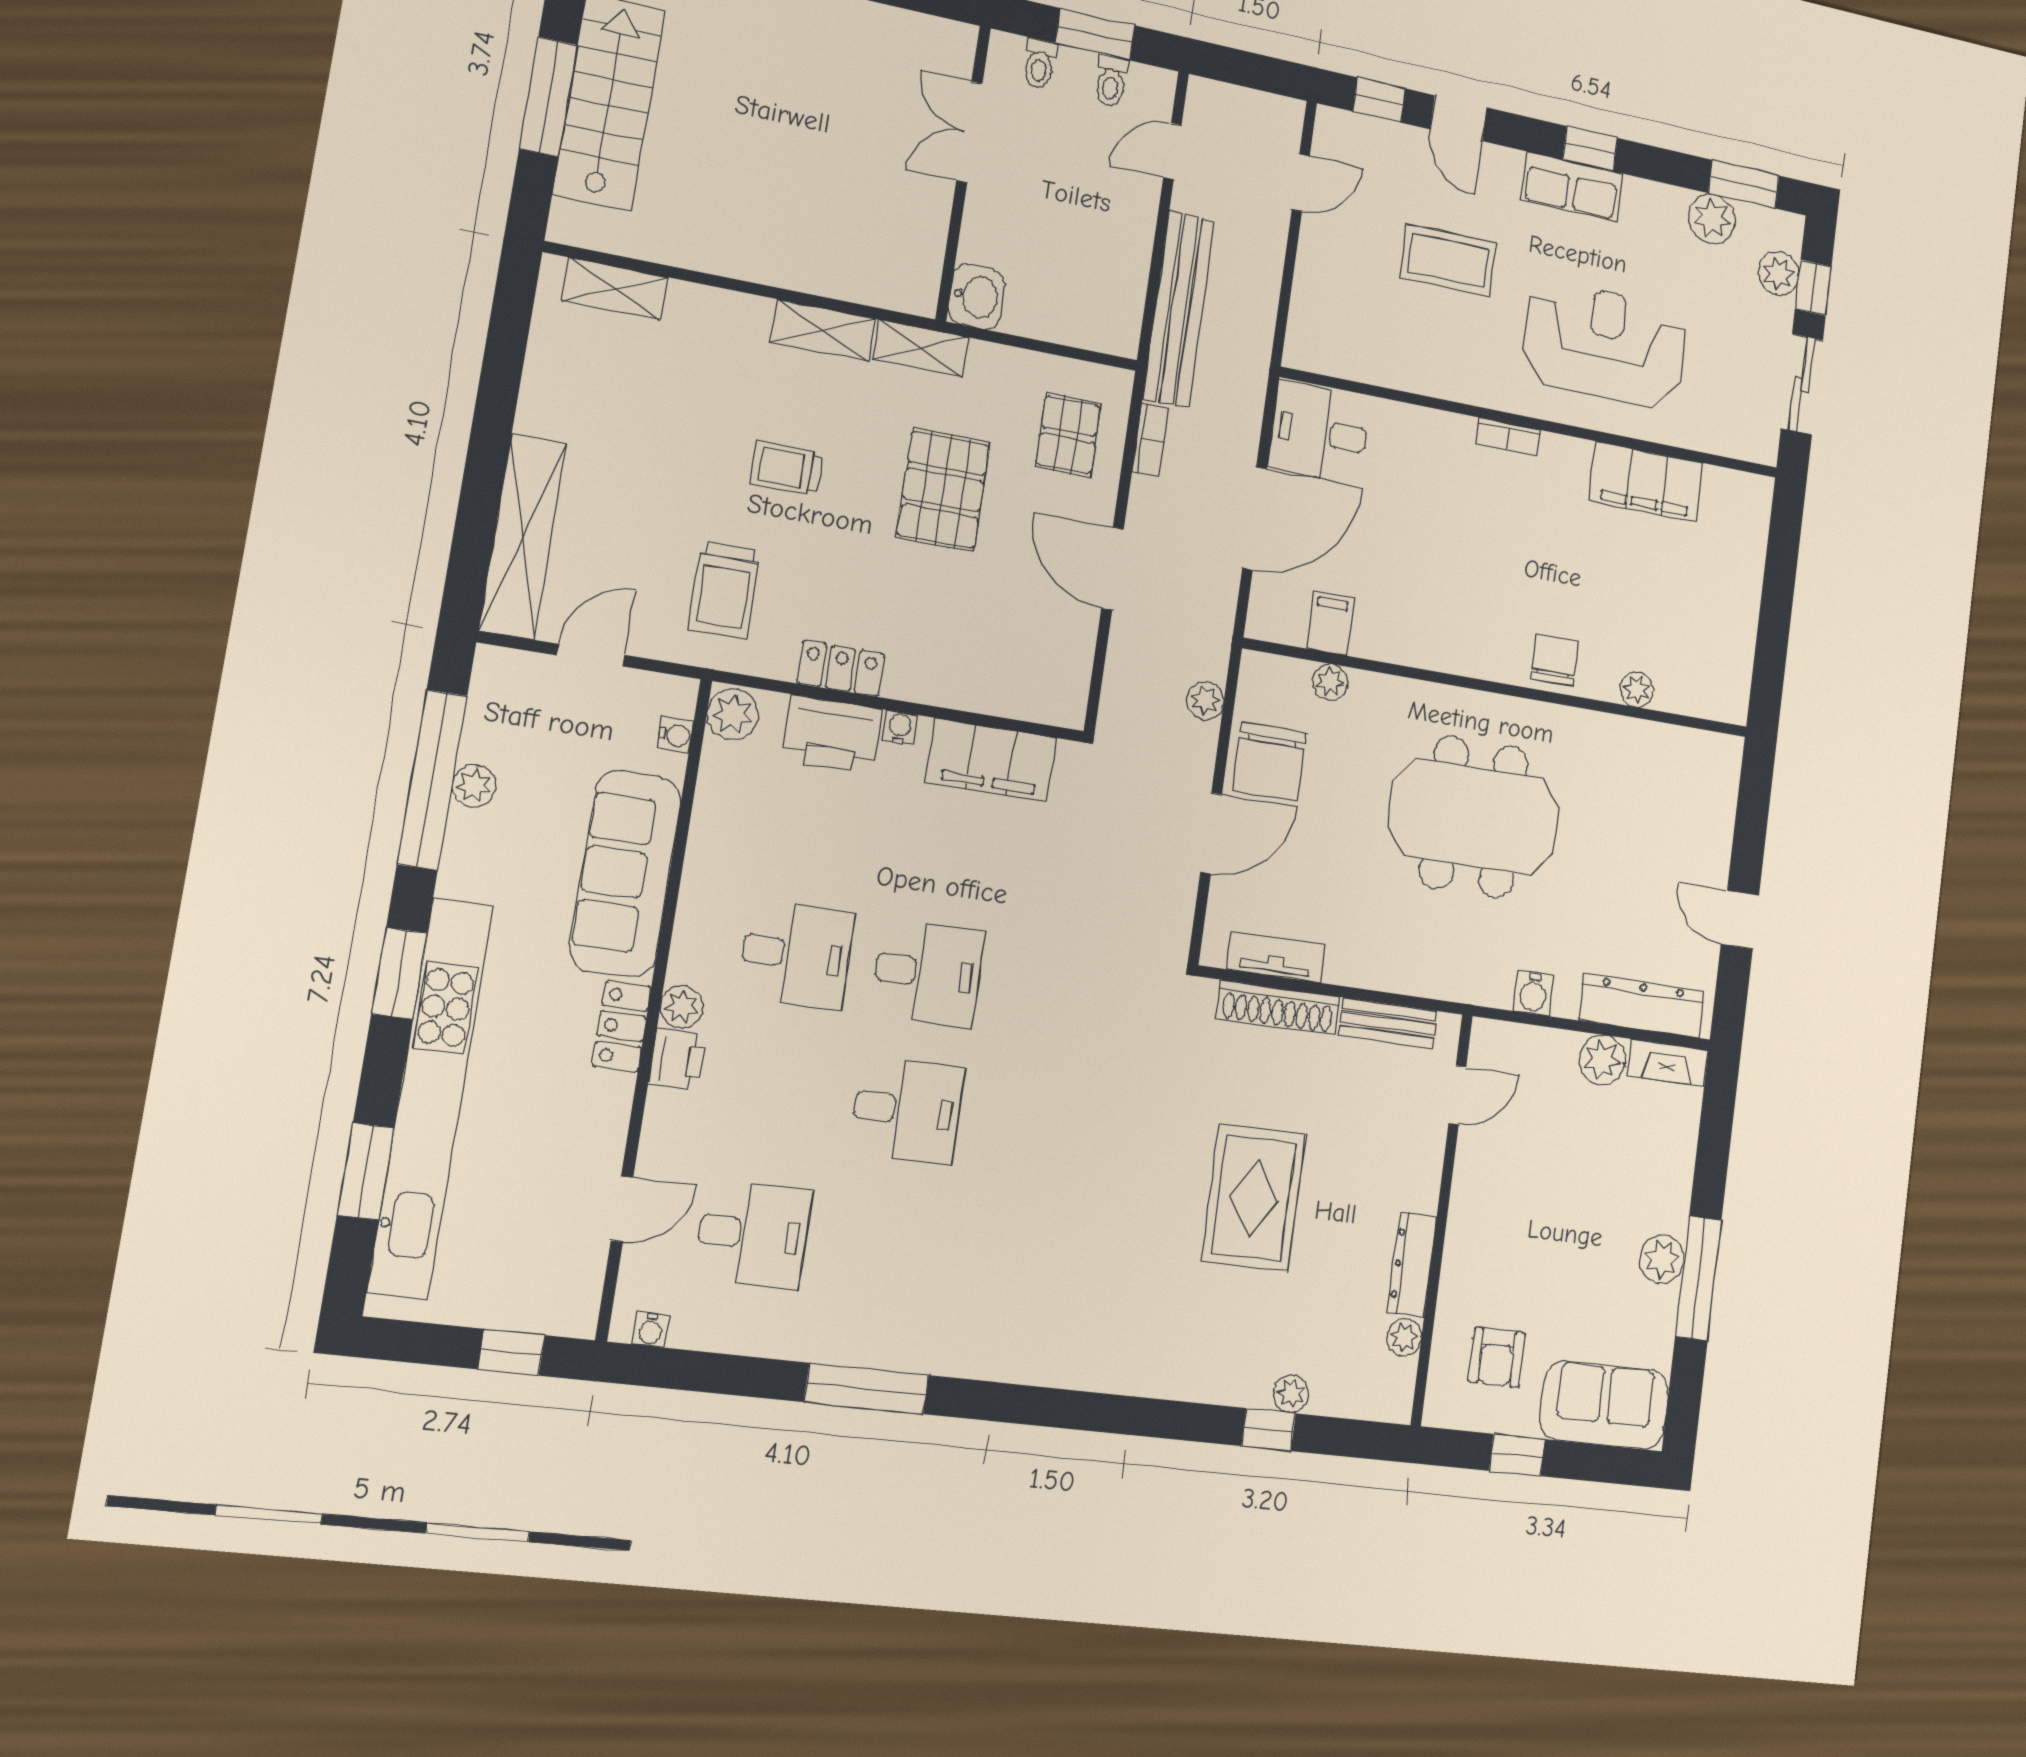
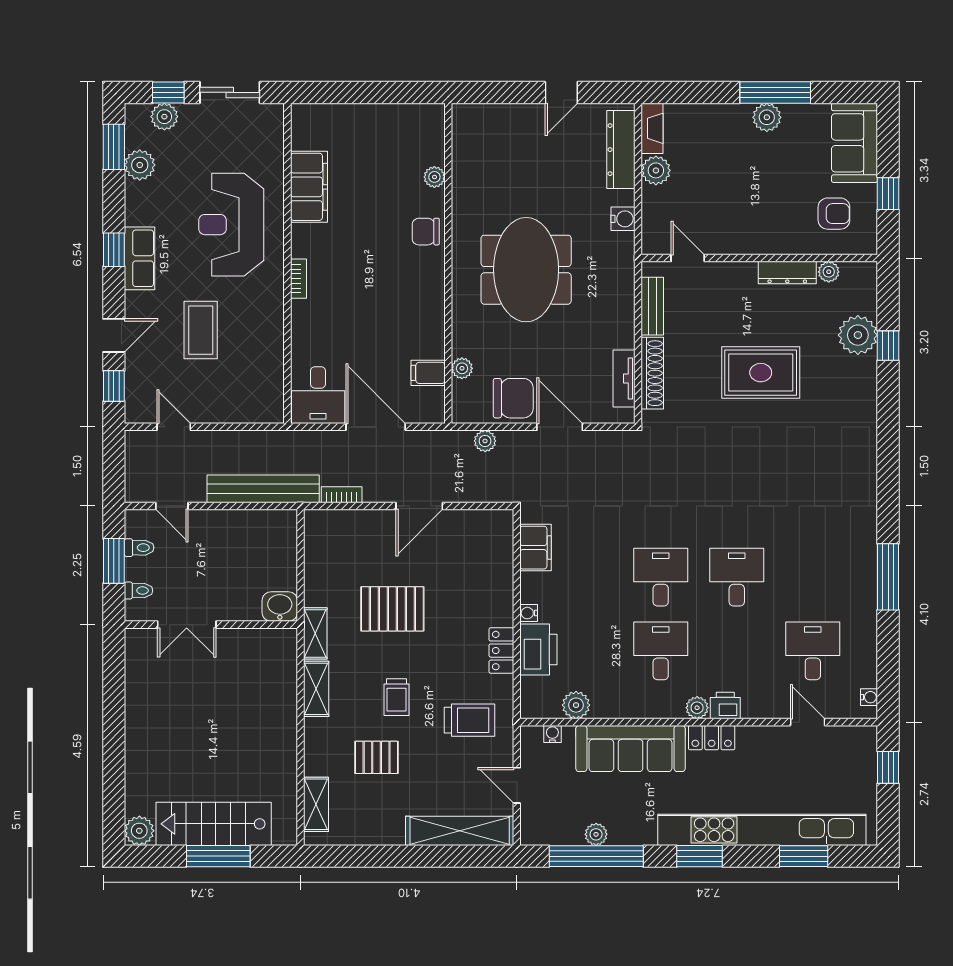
pallet: (1068, 435) -> (377, 757), moved
plant: (733, 714) -> (576, 705), moved
filing cabinet: (991, 760) -> (536, 548), width x0.67, depth x0.86
plant: (1291, 1394) -> (858, 335), width x1.87, depth x1.87

